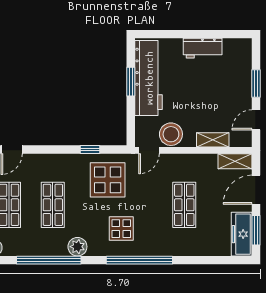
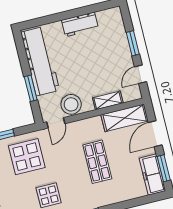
window: (131, 82) -> (31, 88), moved
shelving: (235, 161) -> (125, 118), width x1.50, depth x1.33

